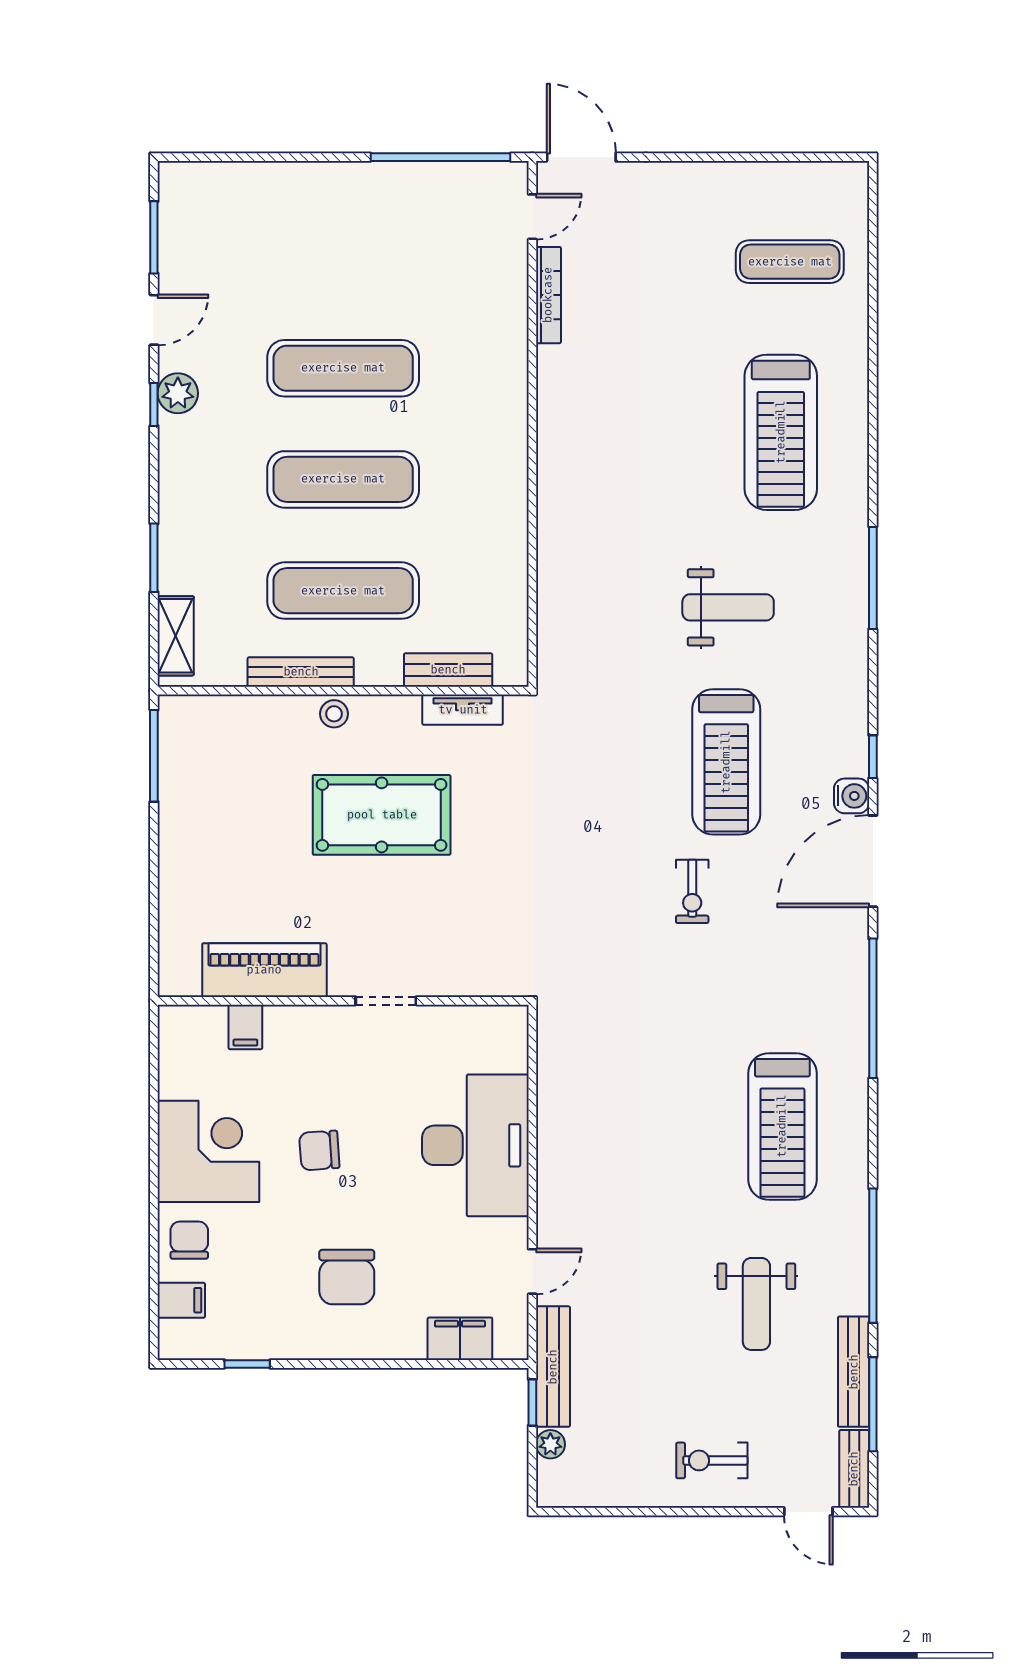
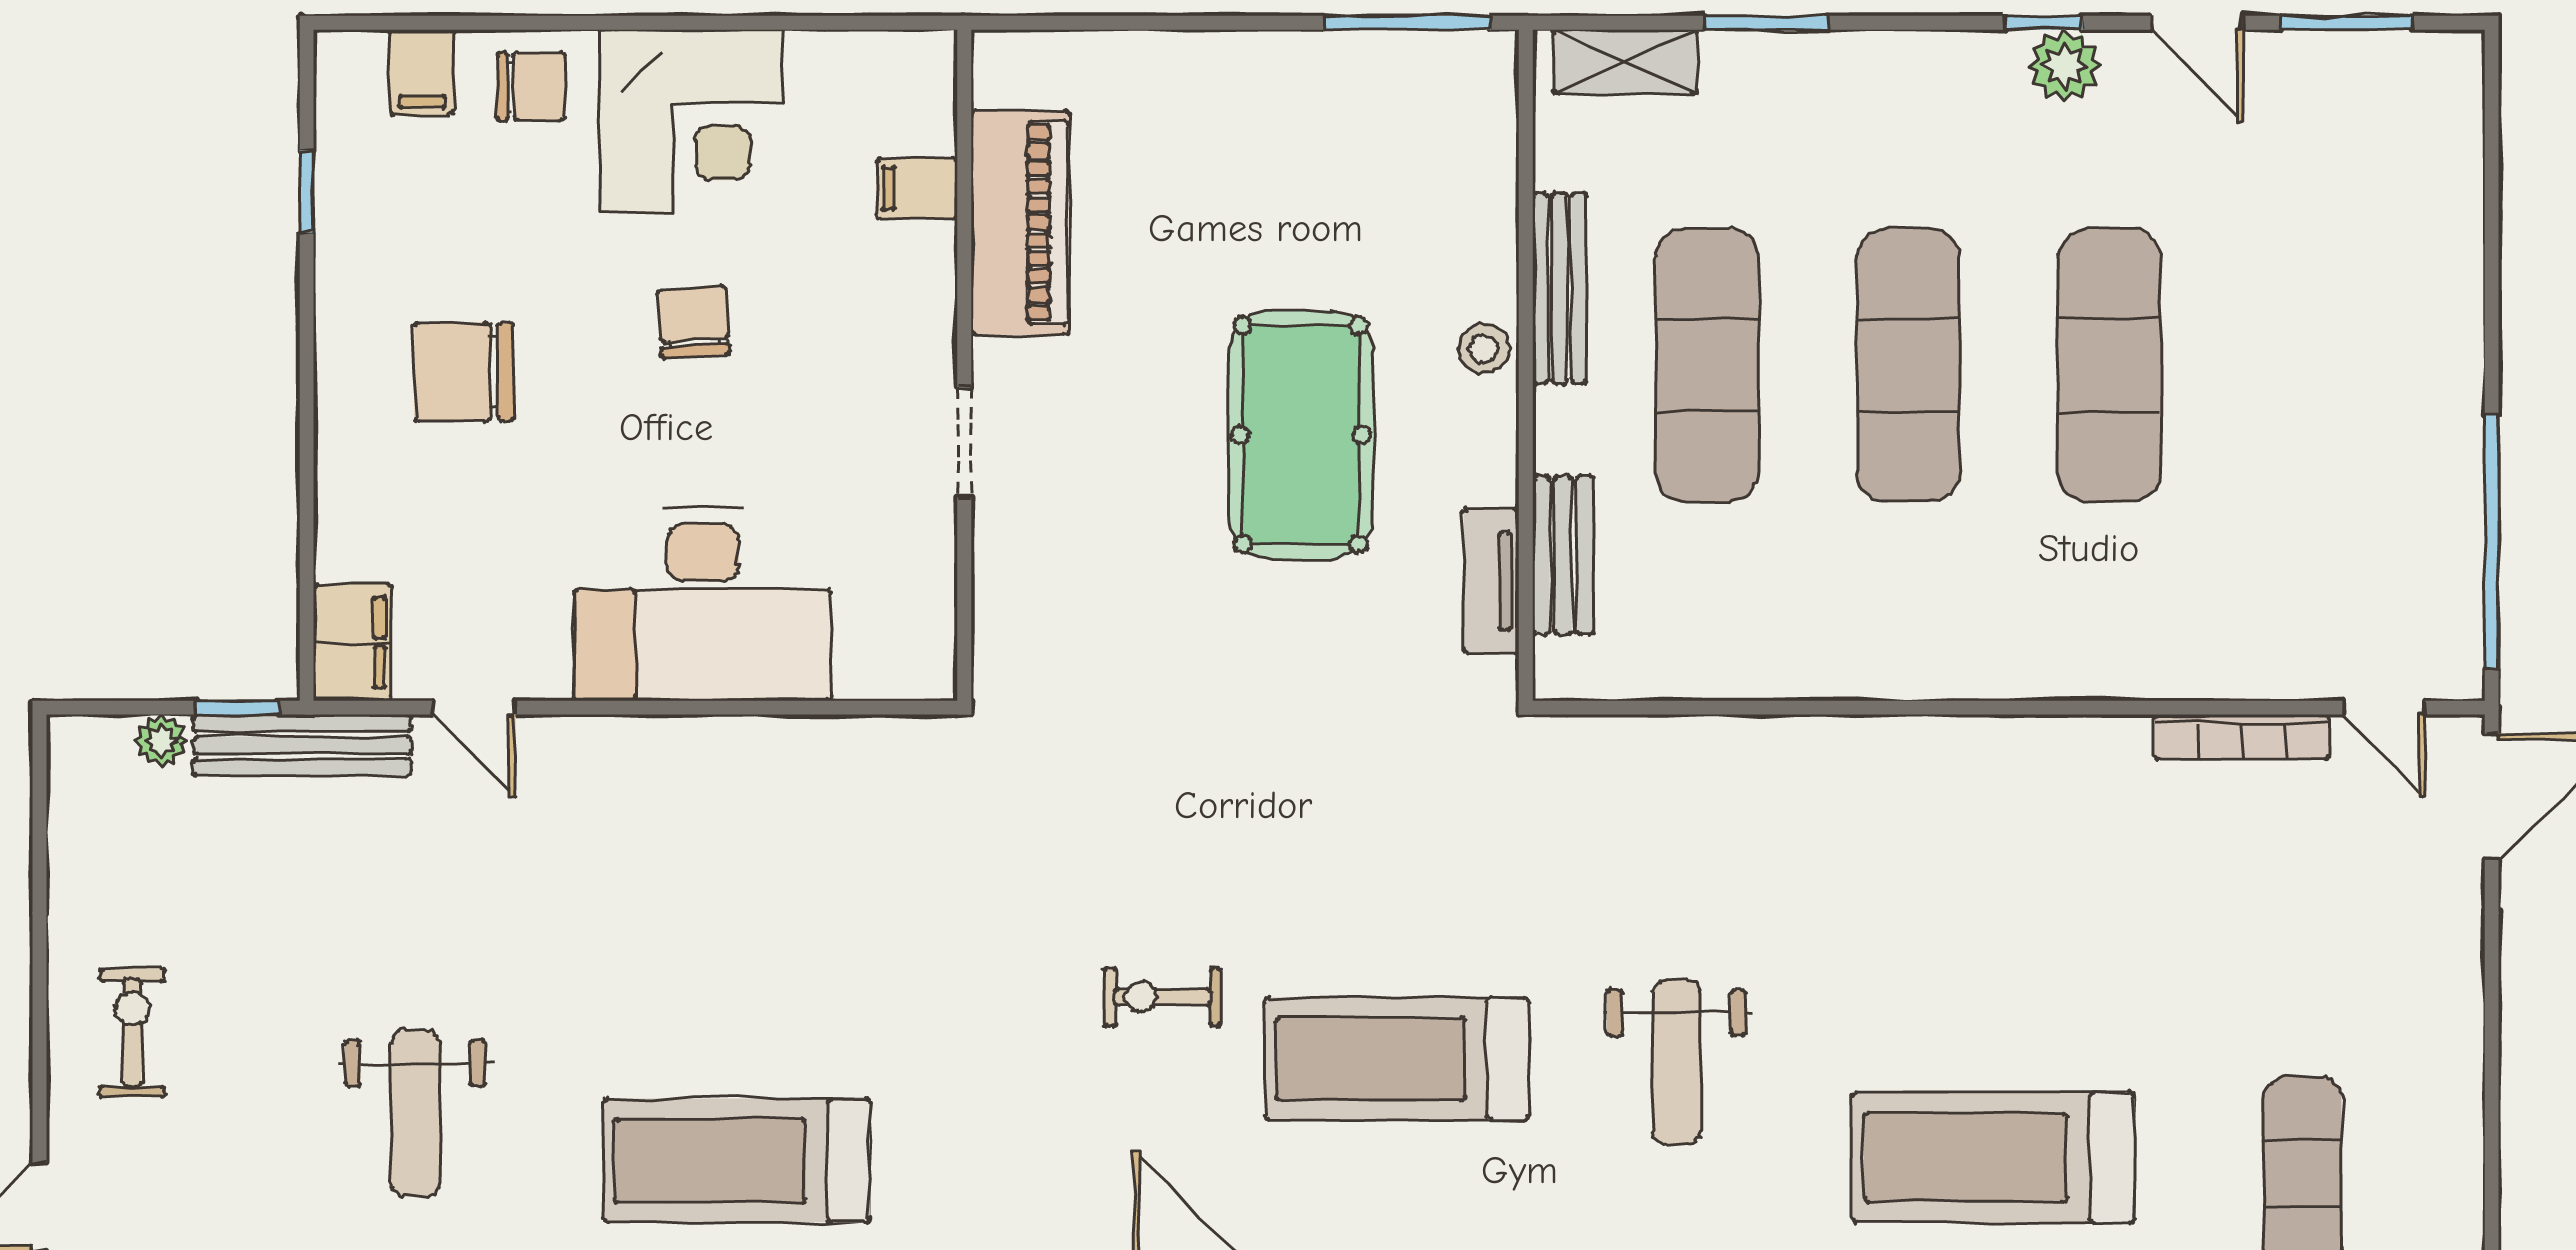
weight bench: (756, 1304) -> (415, 1113), turned -90
filing cabinet: (460, 1339) -> (352, 642), moved

